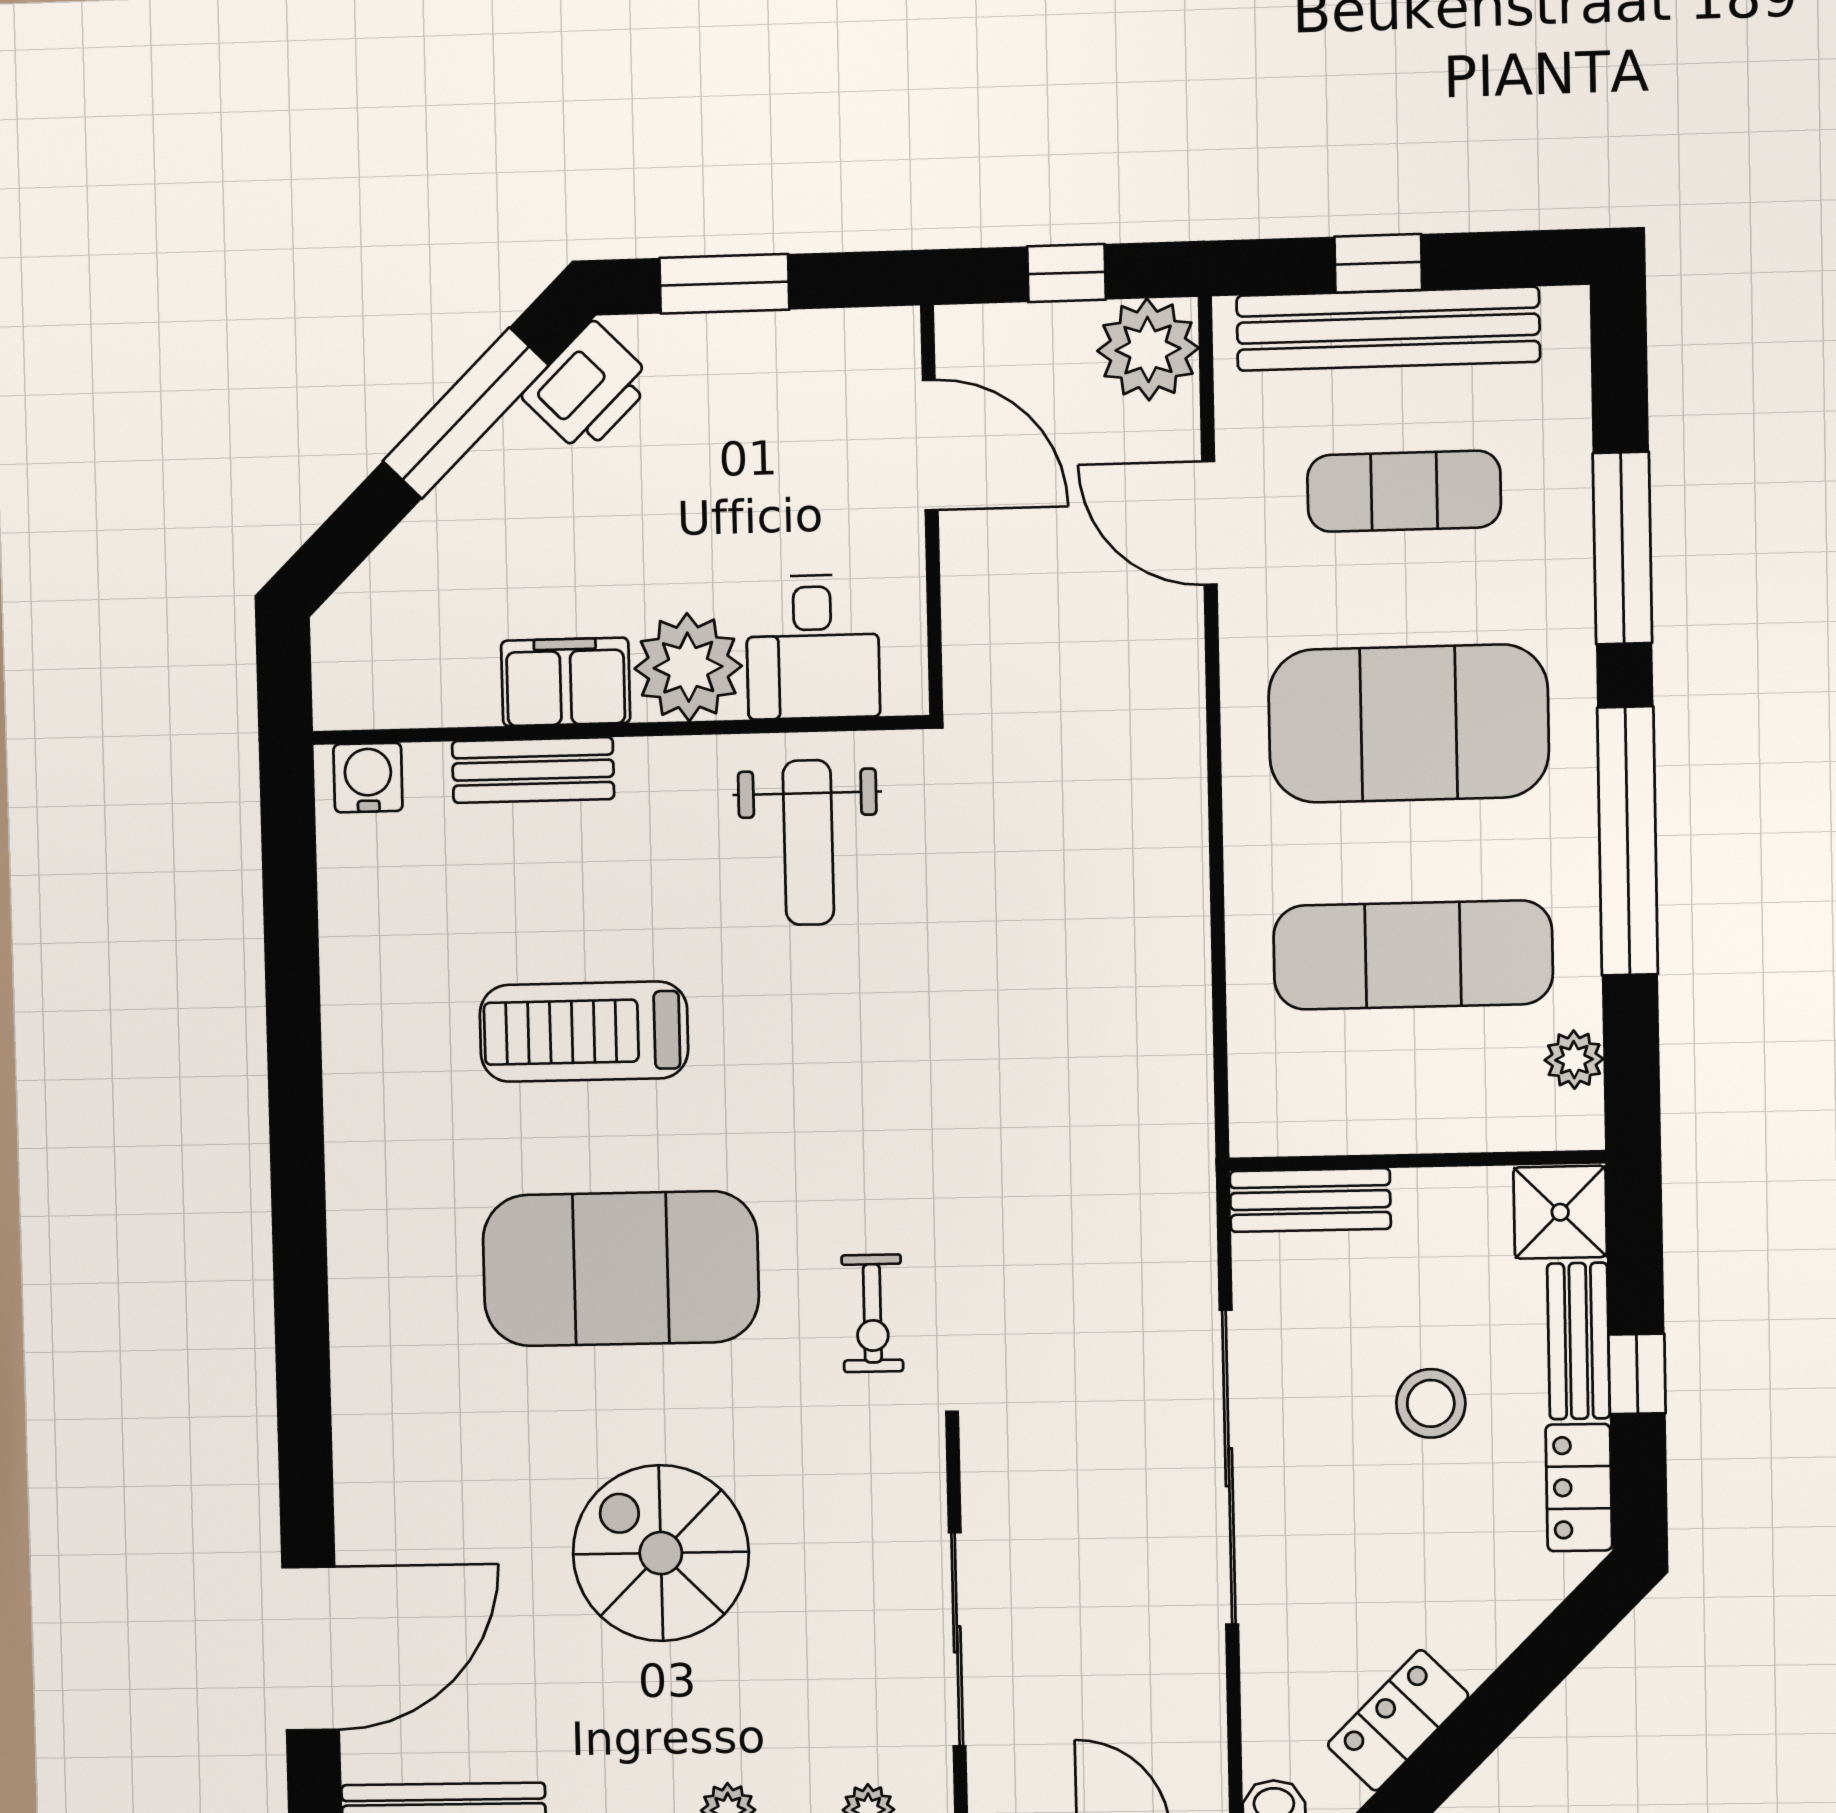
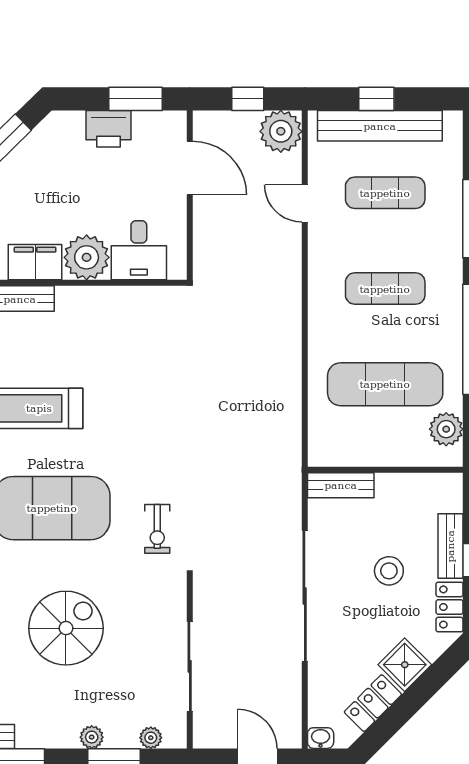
window: (724, 284) -> (136, 99), moved
printer: (588, 388) -> (108, 129), moved, turned 45
door: (1209, 523) -> (305, 203), width x0.73
exercise mat: (1409, 723) -> (385, 289), width x0.50, depth x0.69
weight bench: (808, 842) -> (135, 332), removed
plant: (1574, 1060) -> (446, 429), width x1.38, depth x1.38
shower: (1560, 1212) -> (405, 665), moved, turned 45
spiral stairs: (661, 1553) -> (66, 628), turned 90

